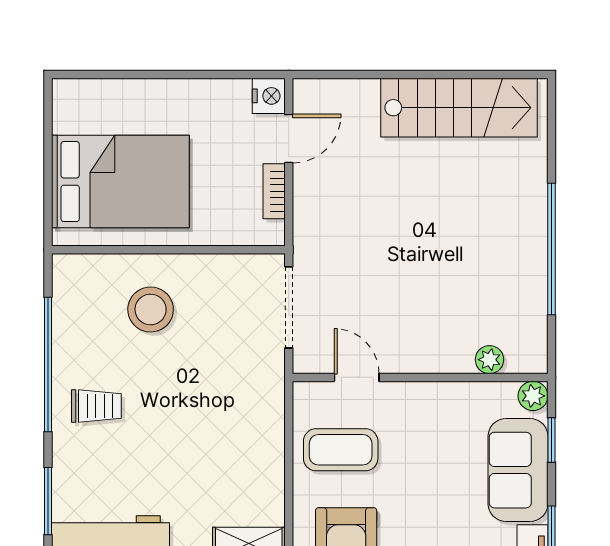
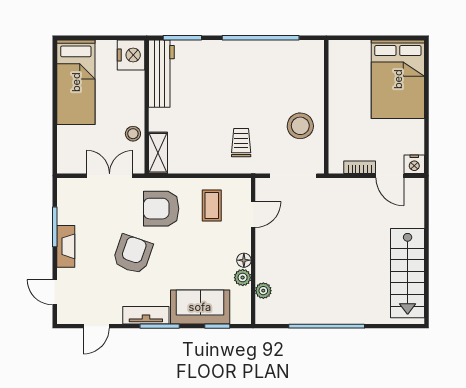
bed: (120, 182) -> (398, 79), moved
stool: (151, 309) -> (300, 126), moved
floor lamp: (436, 393) -> (244, 260), added
plant: (533, 396) -> (243, 278), moved
trolley: (96, 406) -> (241, 143), moved, turned 180
coffee table: (341, 450) -> (212, 205), width x0.73, depth x0.77

